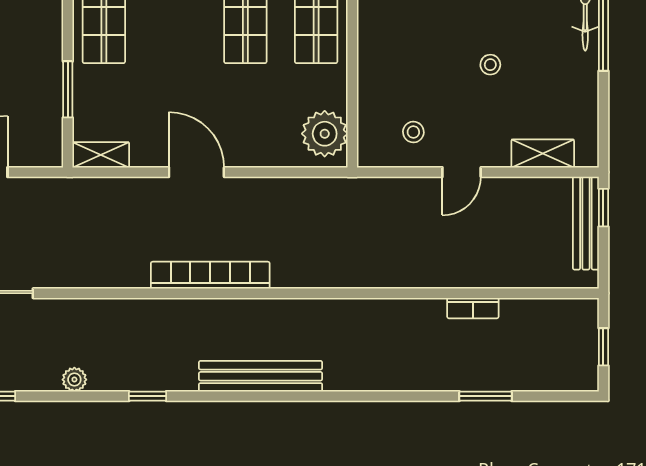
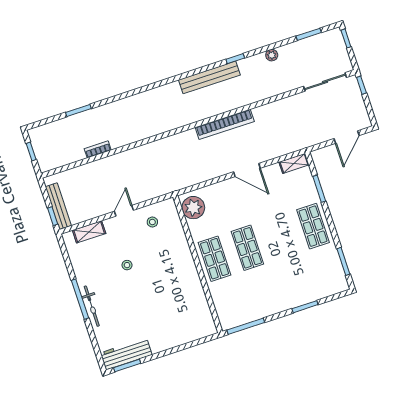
bench: (261, 376) -> (209, 77), moved

